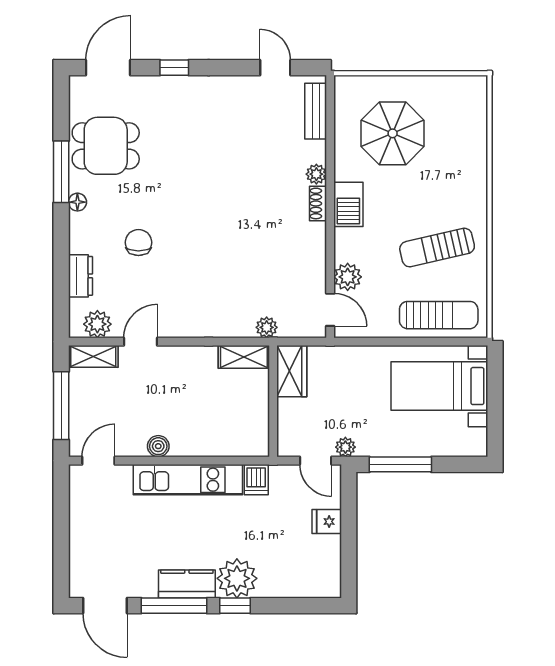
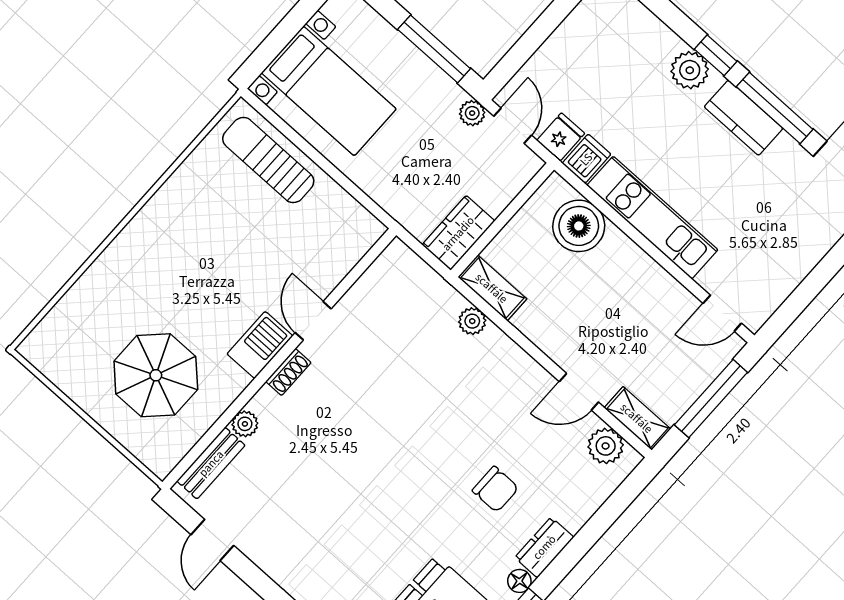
plant: (316, 174) -> (245, 424), moved
chair: (138, 242) -> (495, 489), turned -90
sun lounger: (437, 248) -> (211, 227), removed
dresser: (80, 276) -> (544, 547), moved
plant: (348, 277) -> (323, 276), removed
door: (330, 310) -> (313, 321), moved
plant: (267, 327) -> (472, 321), moved
boiler: (158, 446) -> (579, 226), moved, width x1.86, depth x1.86
fridge: (327, 522) -> (561, 137), moved, turned -90
plant: (237, 578) -> (690, 70), width x0.73, depth x0.73

